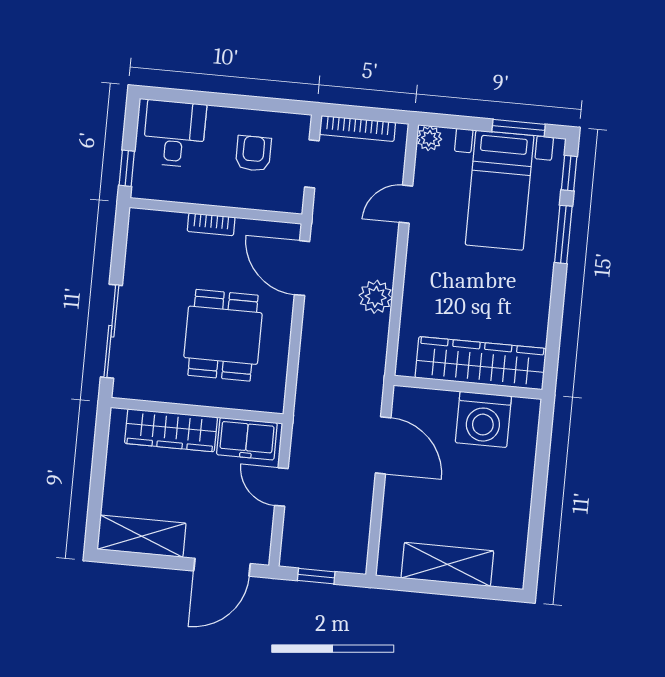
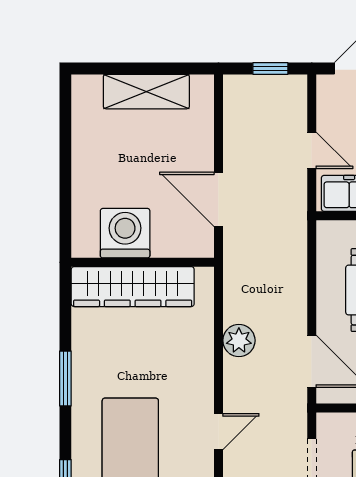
window: (563, 234) -> (65, 379), moved

